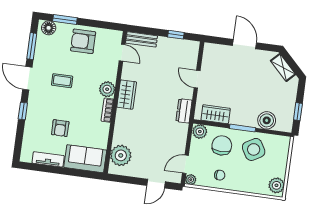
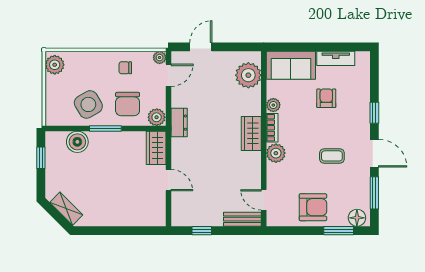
door: (245, 44) -> (117, 231), removed
wardrobe: (127, 95) -> (251, 133), moved
dresser: (184, 111) -> (179, 123), moved
wardrobe: (216, 114) -> (156, 148), moved, turned 90
plant: (104, 128) -> (273, 105), added

